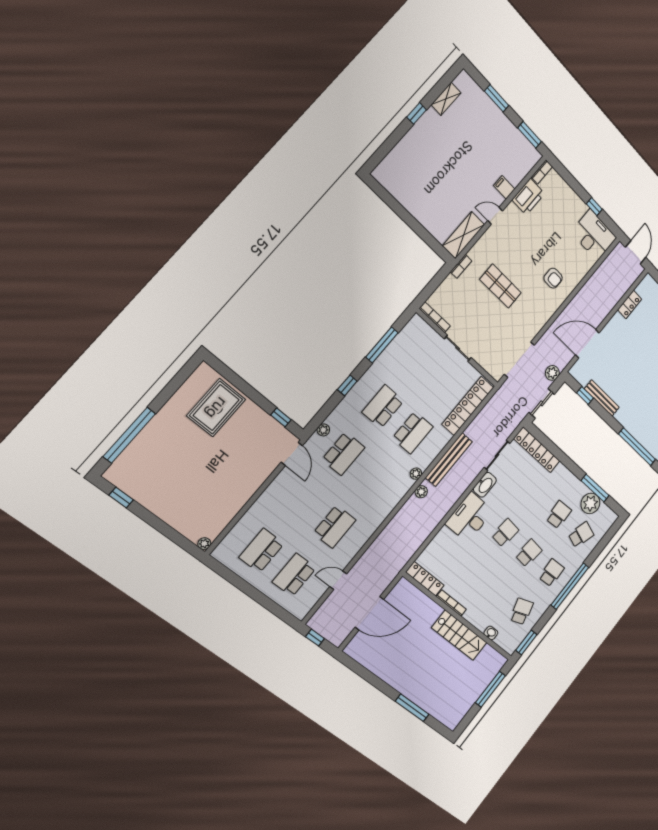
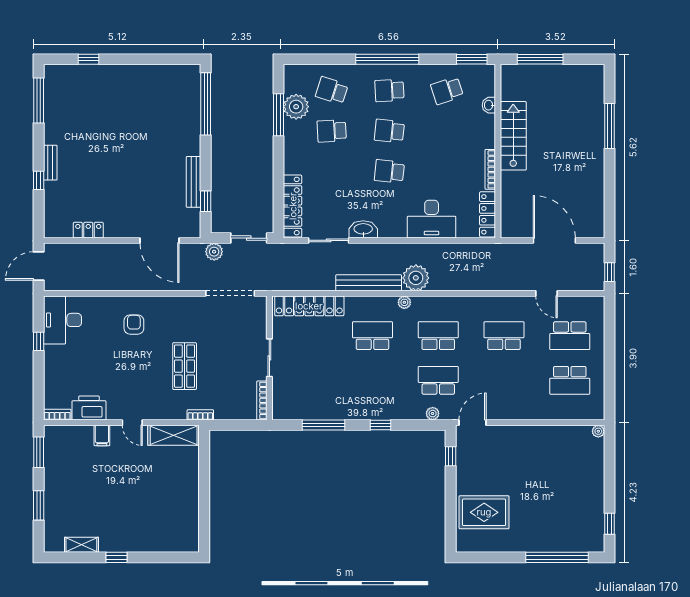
school desk: (383, 407) -> (438, 336), moved, turned 180
plant: (421, 492) -> (416, 278), width x1.87, depth x1.87
desk: (469, 517) -> (432, 219), moved

